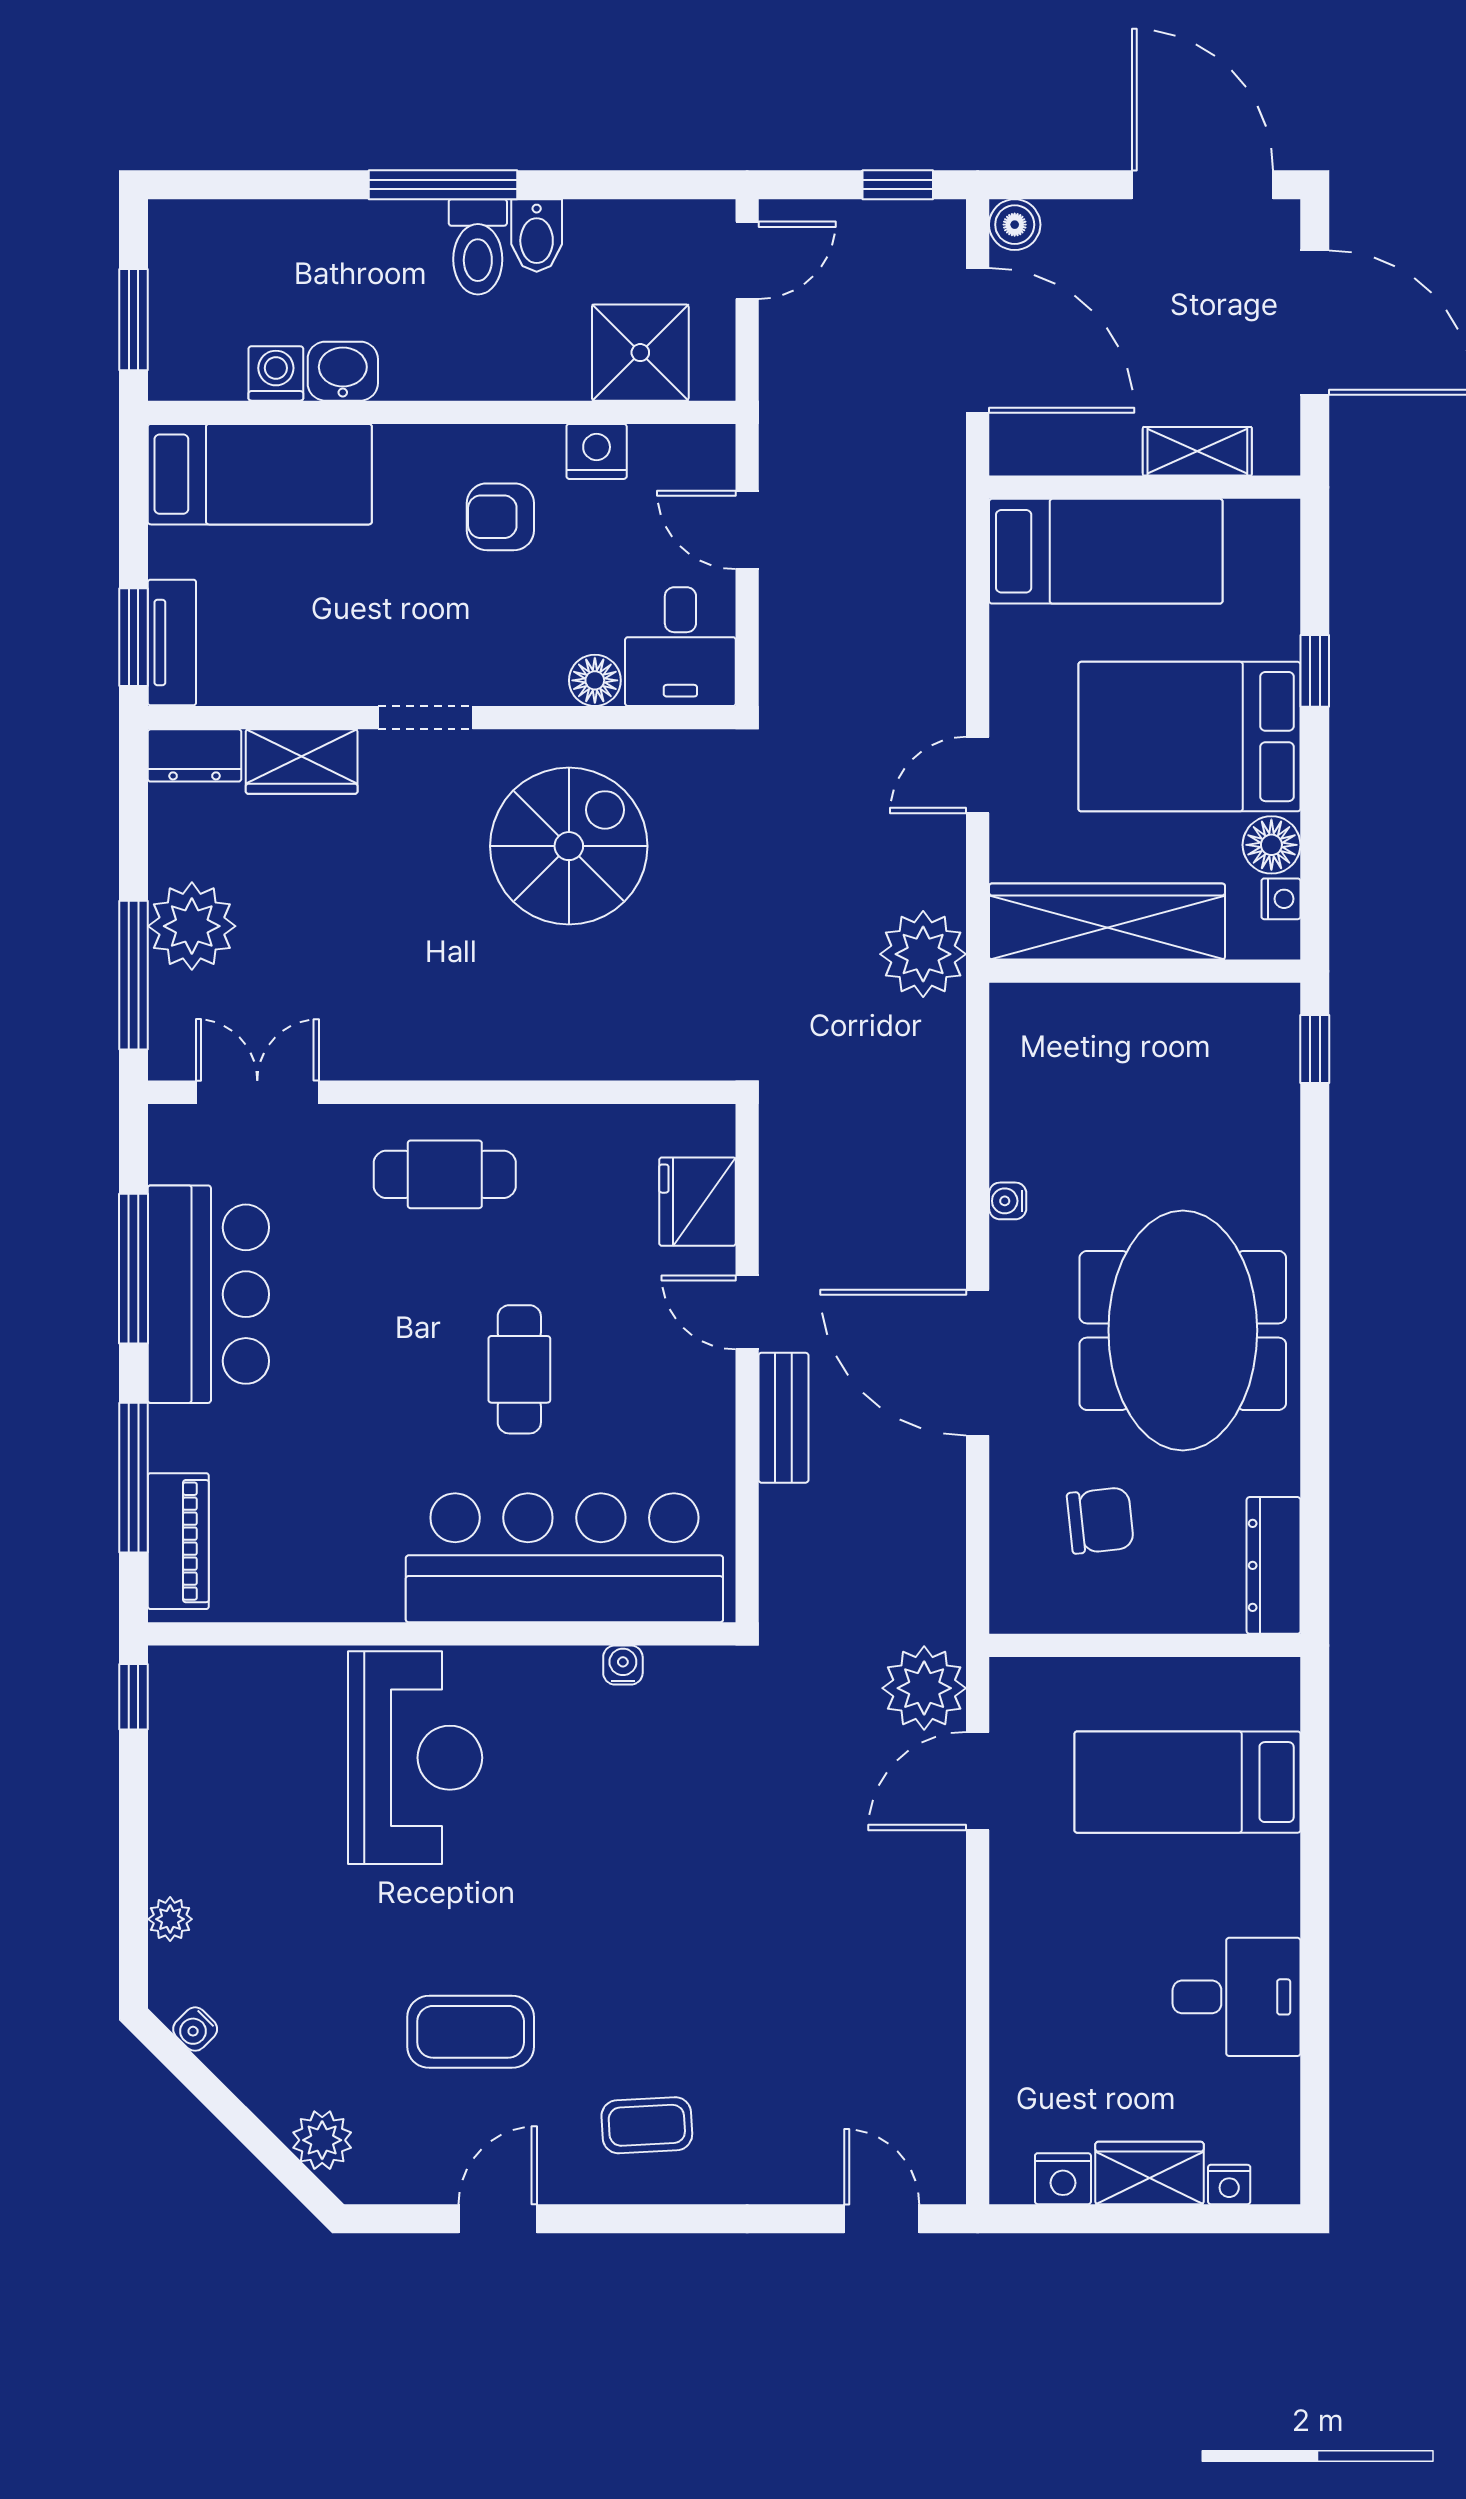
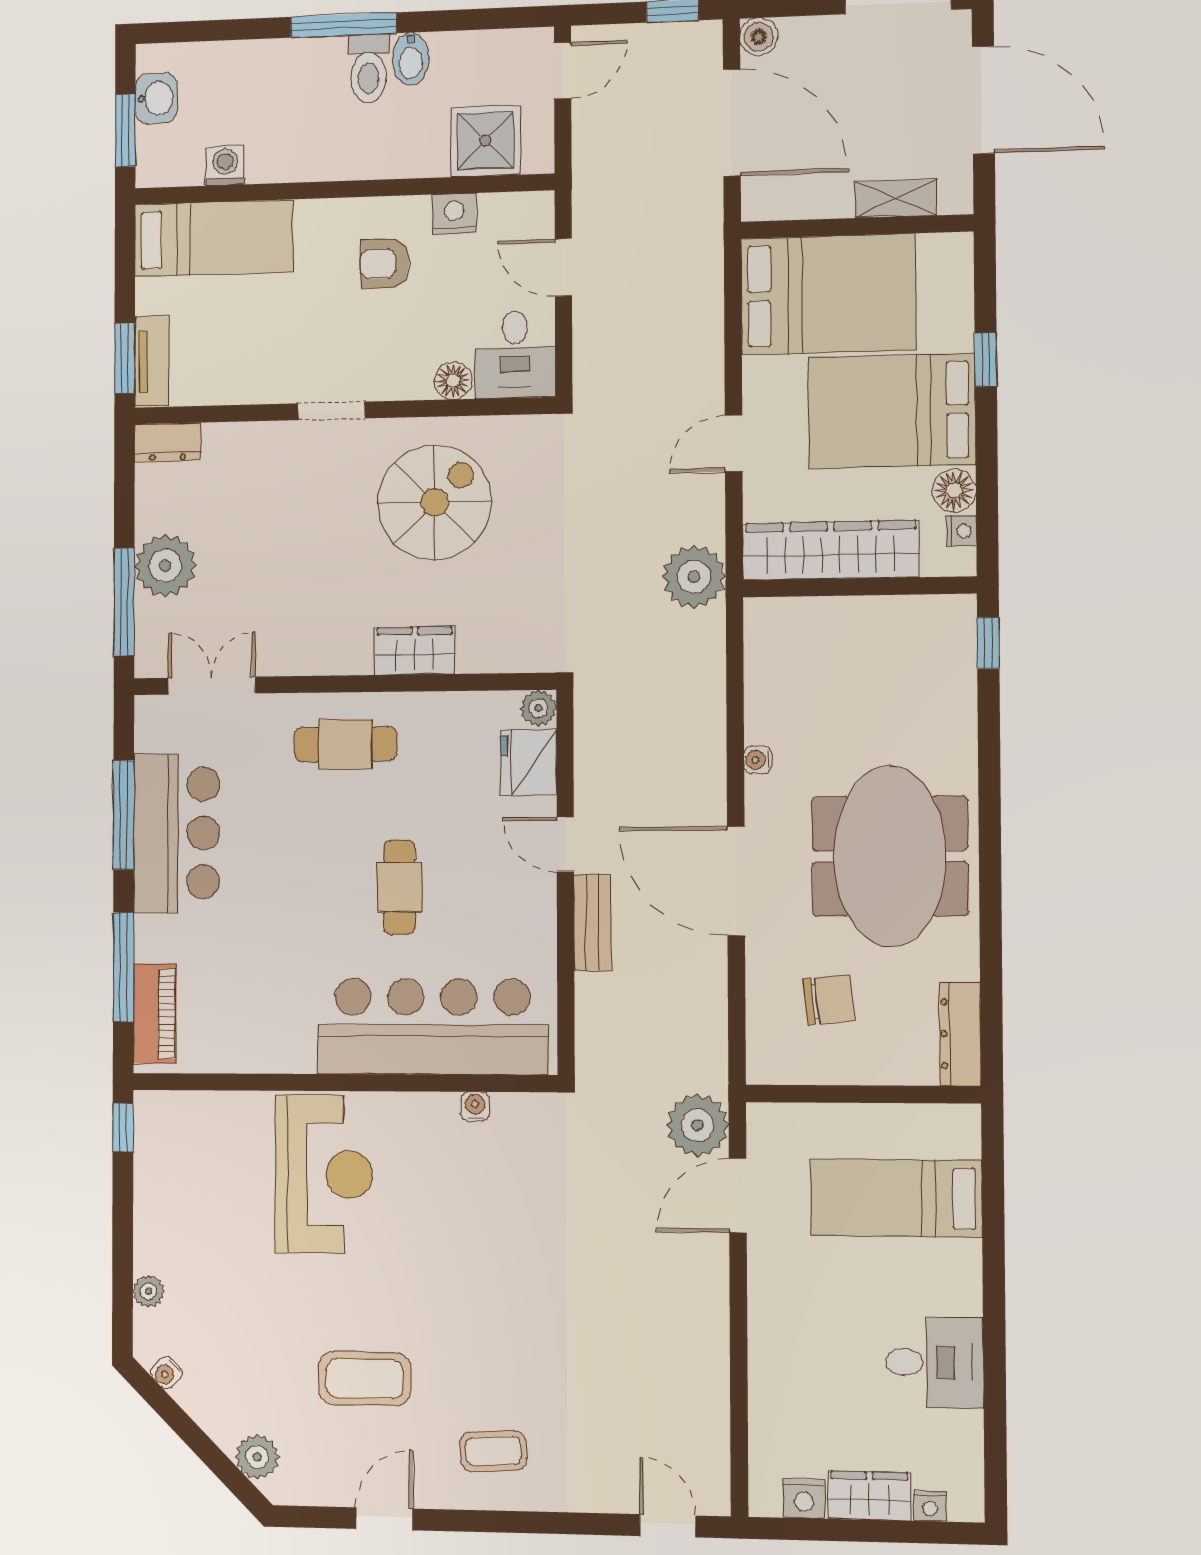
washbasin: (343, 371) -> (156, 98), moved, turned 90
bed: (1106, 551) -> (828, 294), width x1.50
wardrobe: (302, 762) -> (415, 651), moved, turned 180
plant: (711, 1128) -> (538, 708), added

